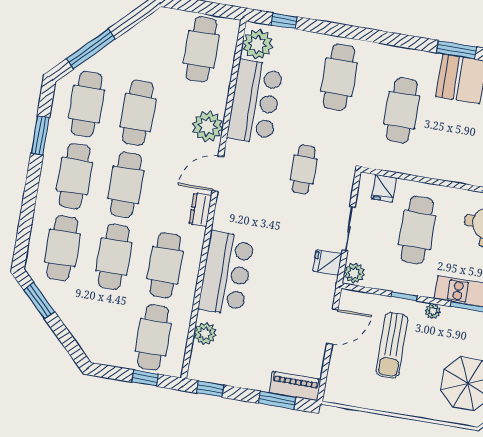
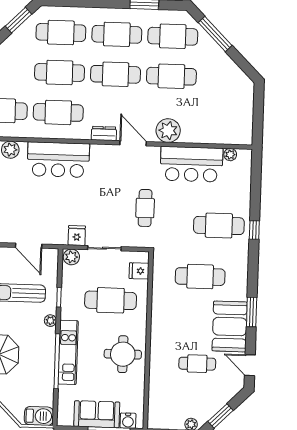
window: (284, 21) -> (254, 230), moved
plant: (258, 44) -> (230, 155), width x0.53, depth x0.53
cafe table: (201, 49) -> (226, 118), removed
cafe table: (304, 169) -> (145, 208), turned 90

